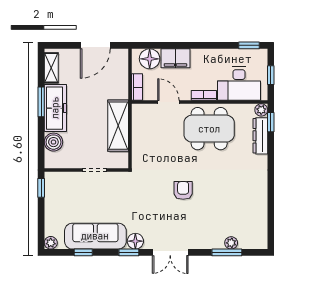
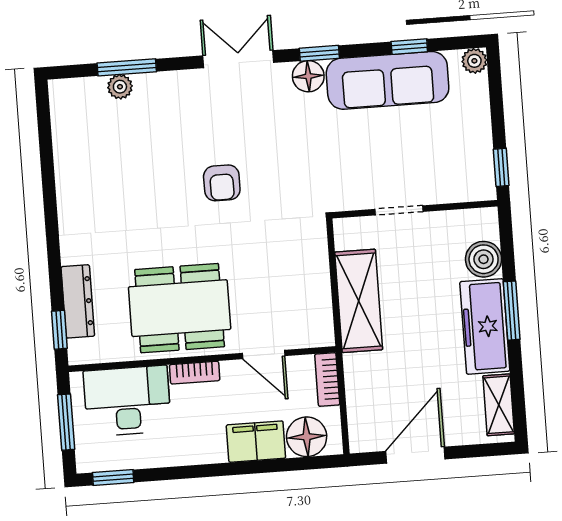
window: (271, 75) -> (66, 422), width x1.50
window: (41, 102) -> (512, 311), moved
plant: (261, 110) -> (80, 352), removed

